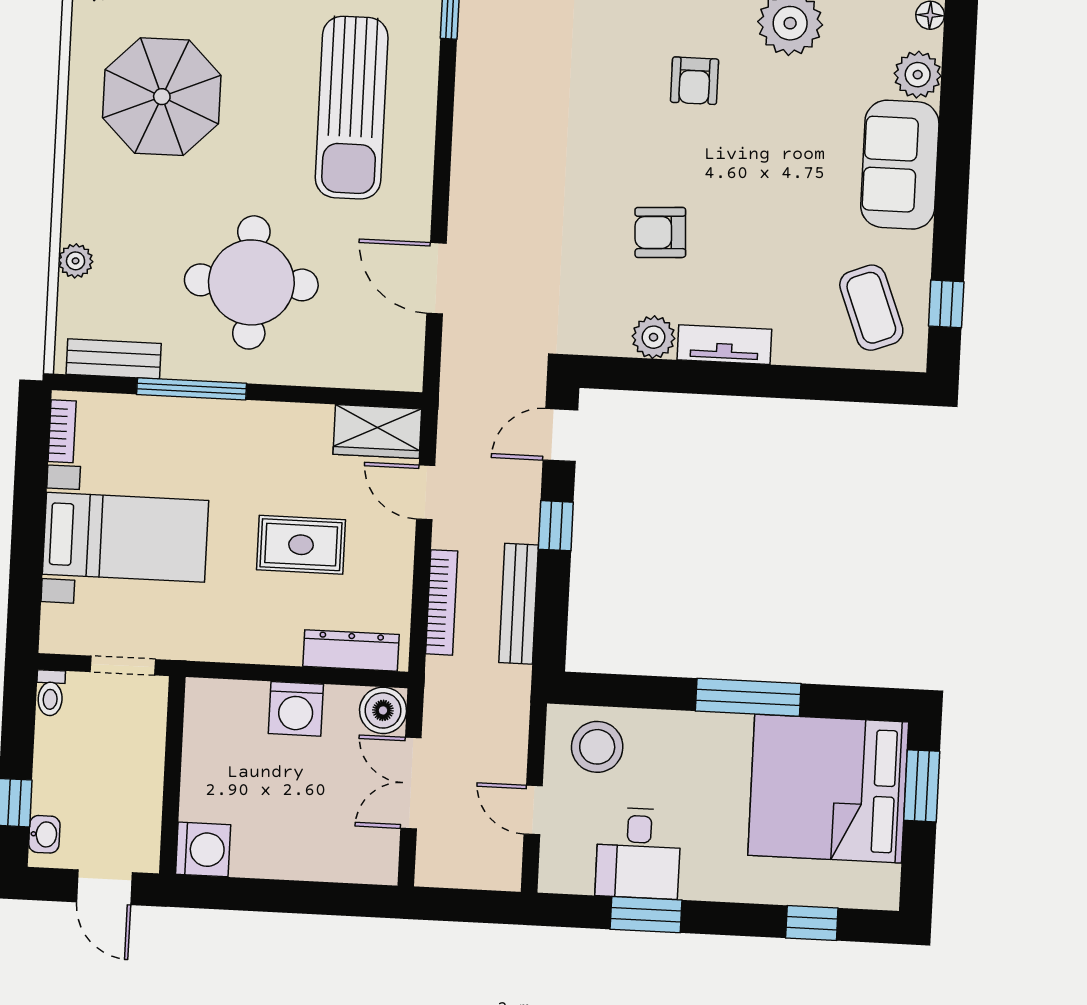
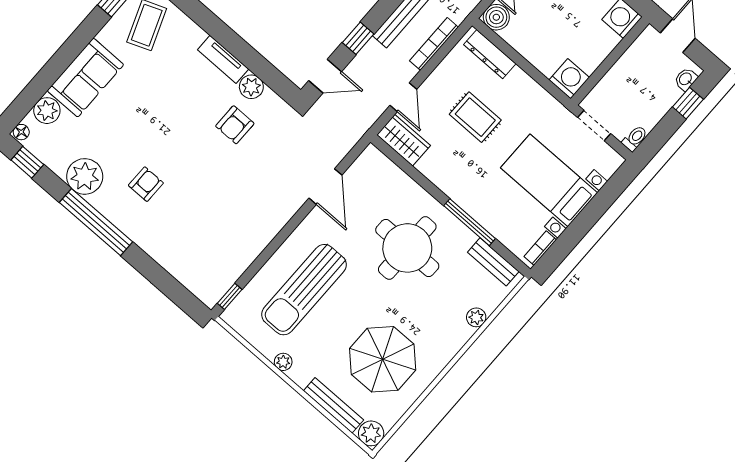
sun lounger: (352, 108) -> (304, 290), turned 180
armchair: (660, 232) -> (235, 125), moved, turned 93
washing machine: (296, 709) -> (569, 79), moved

